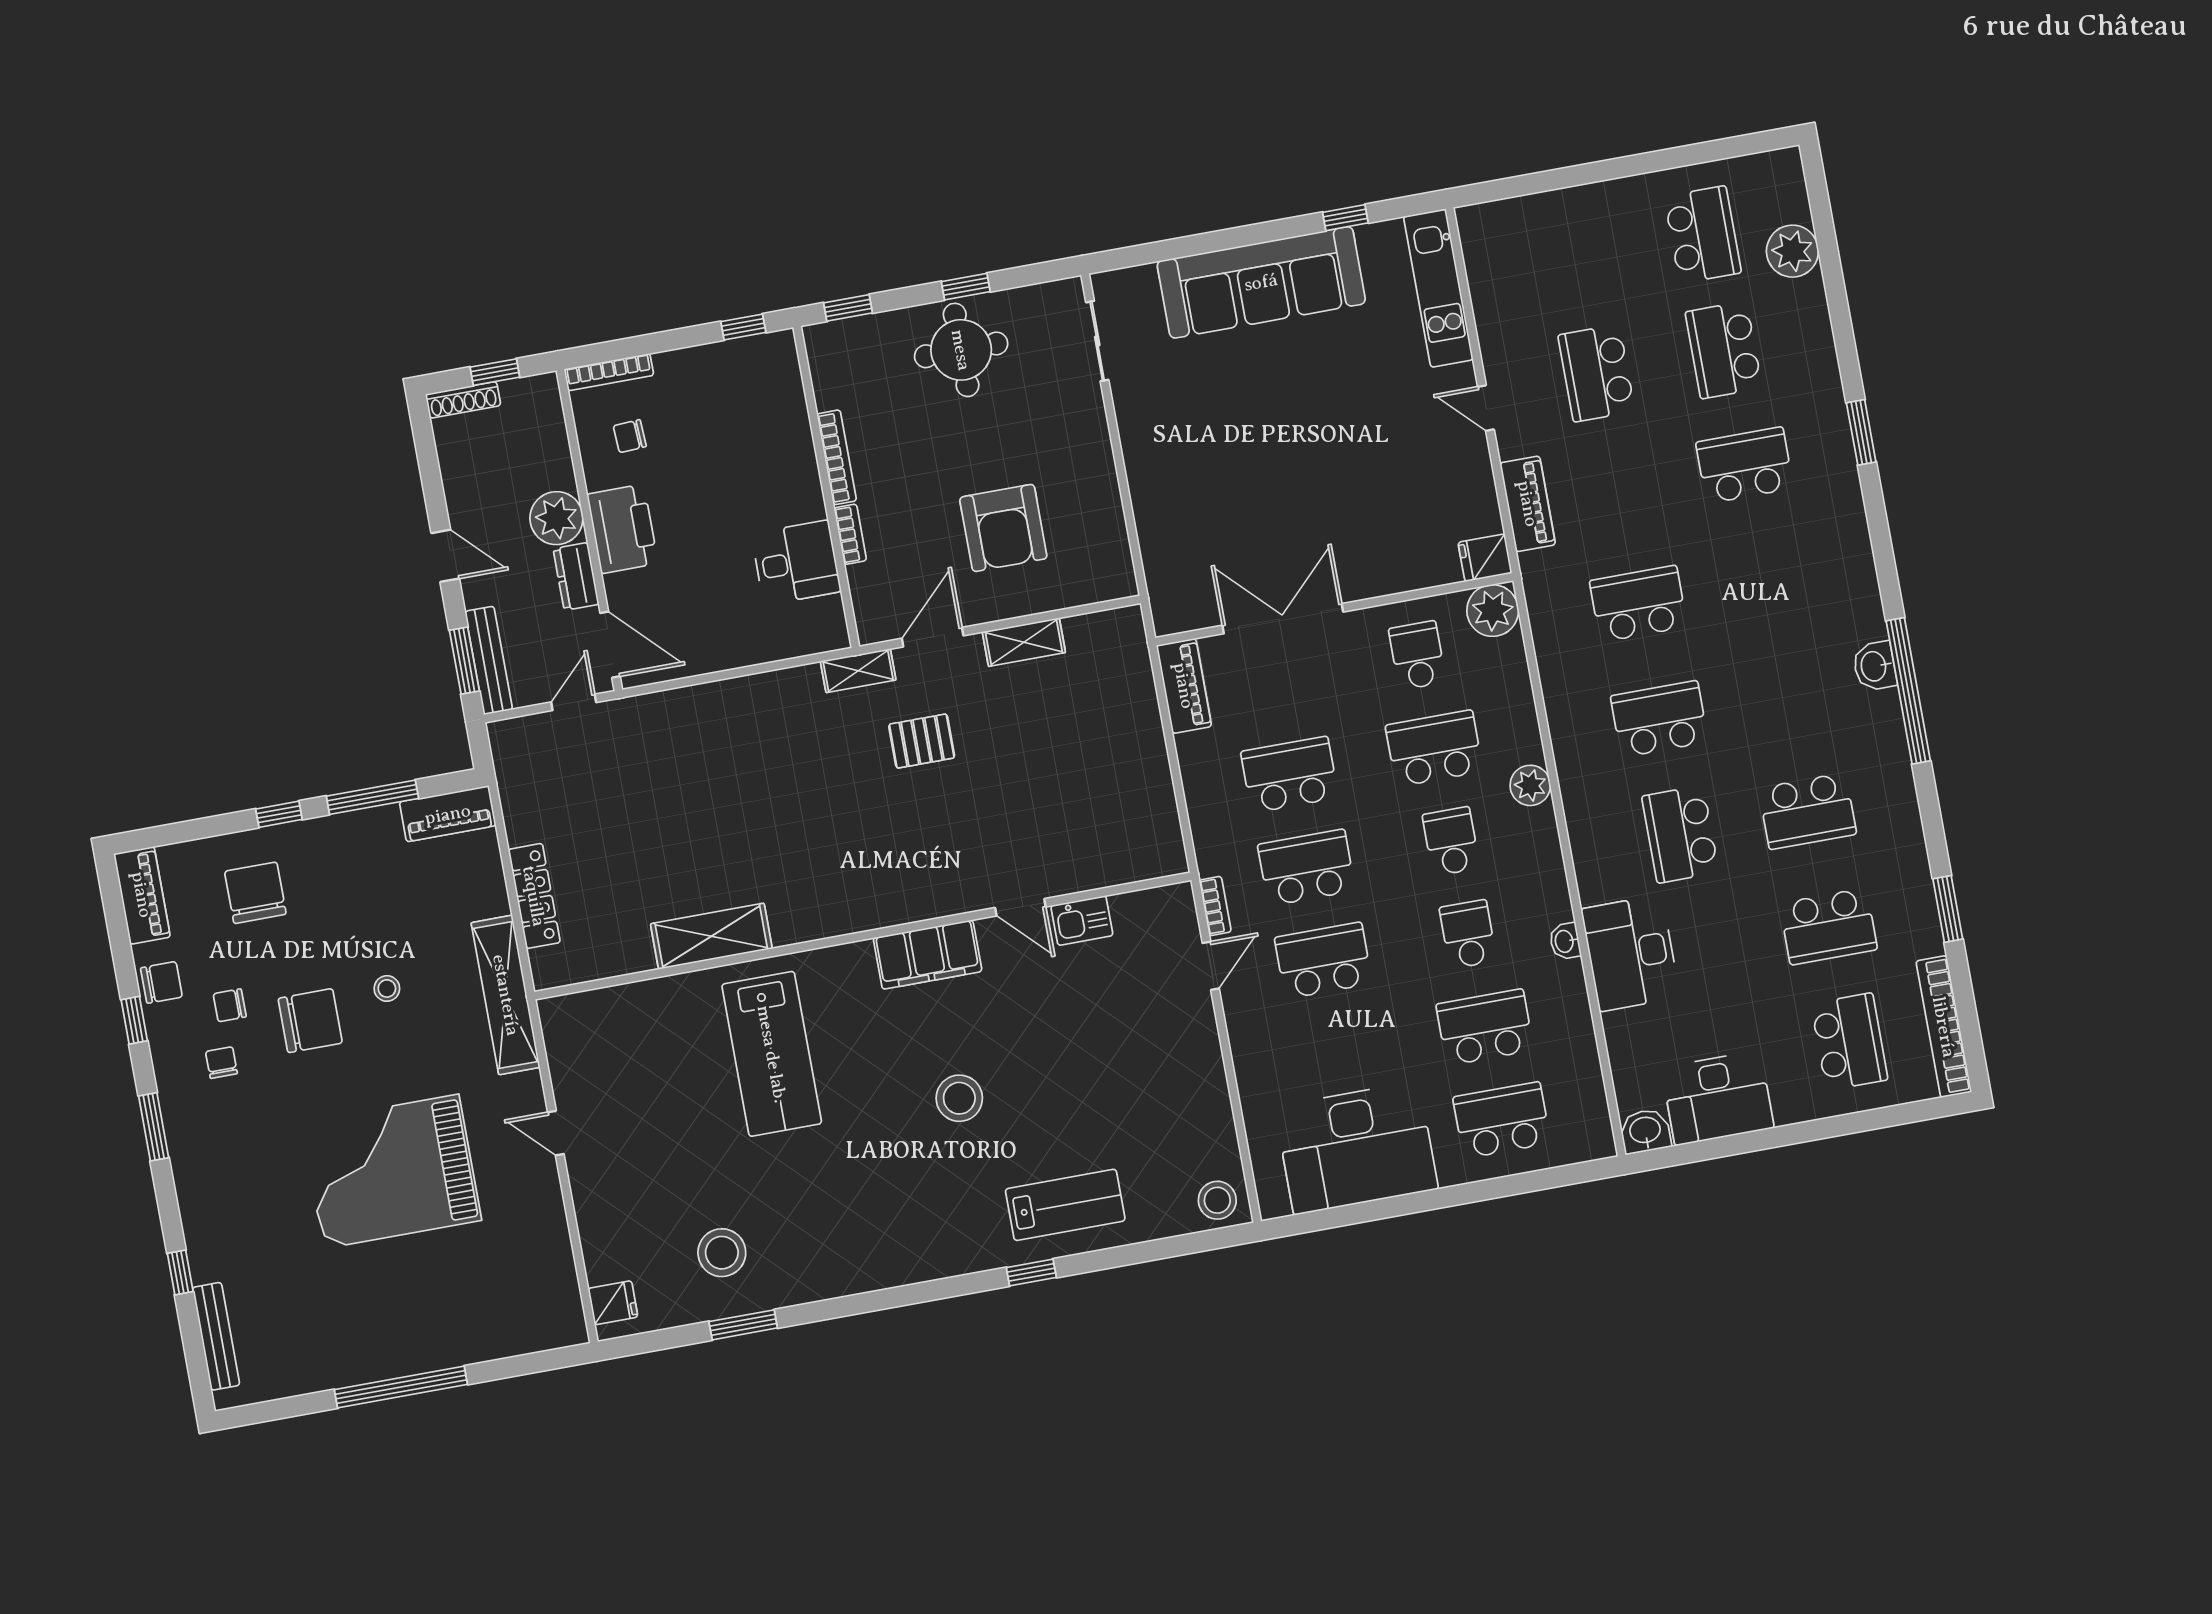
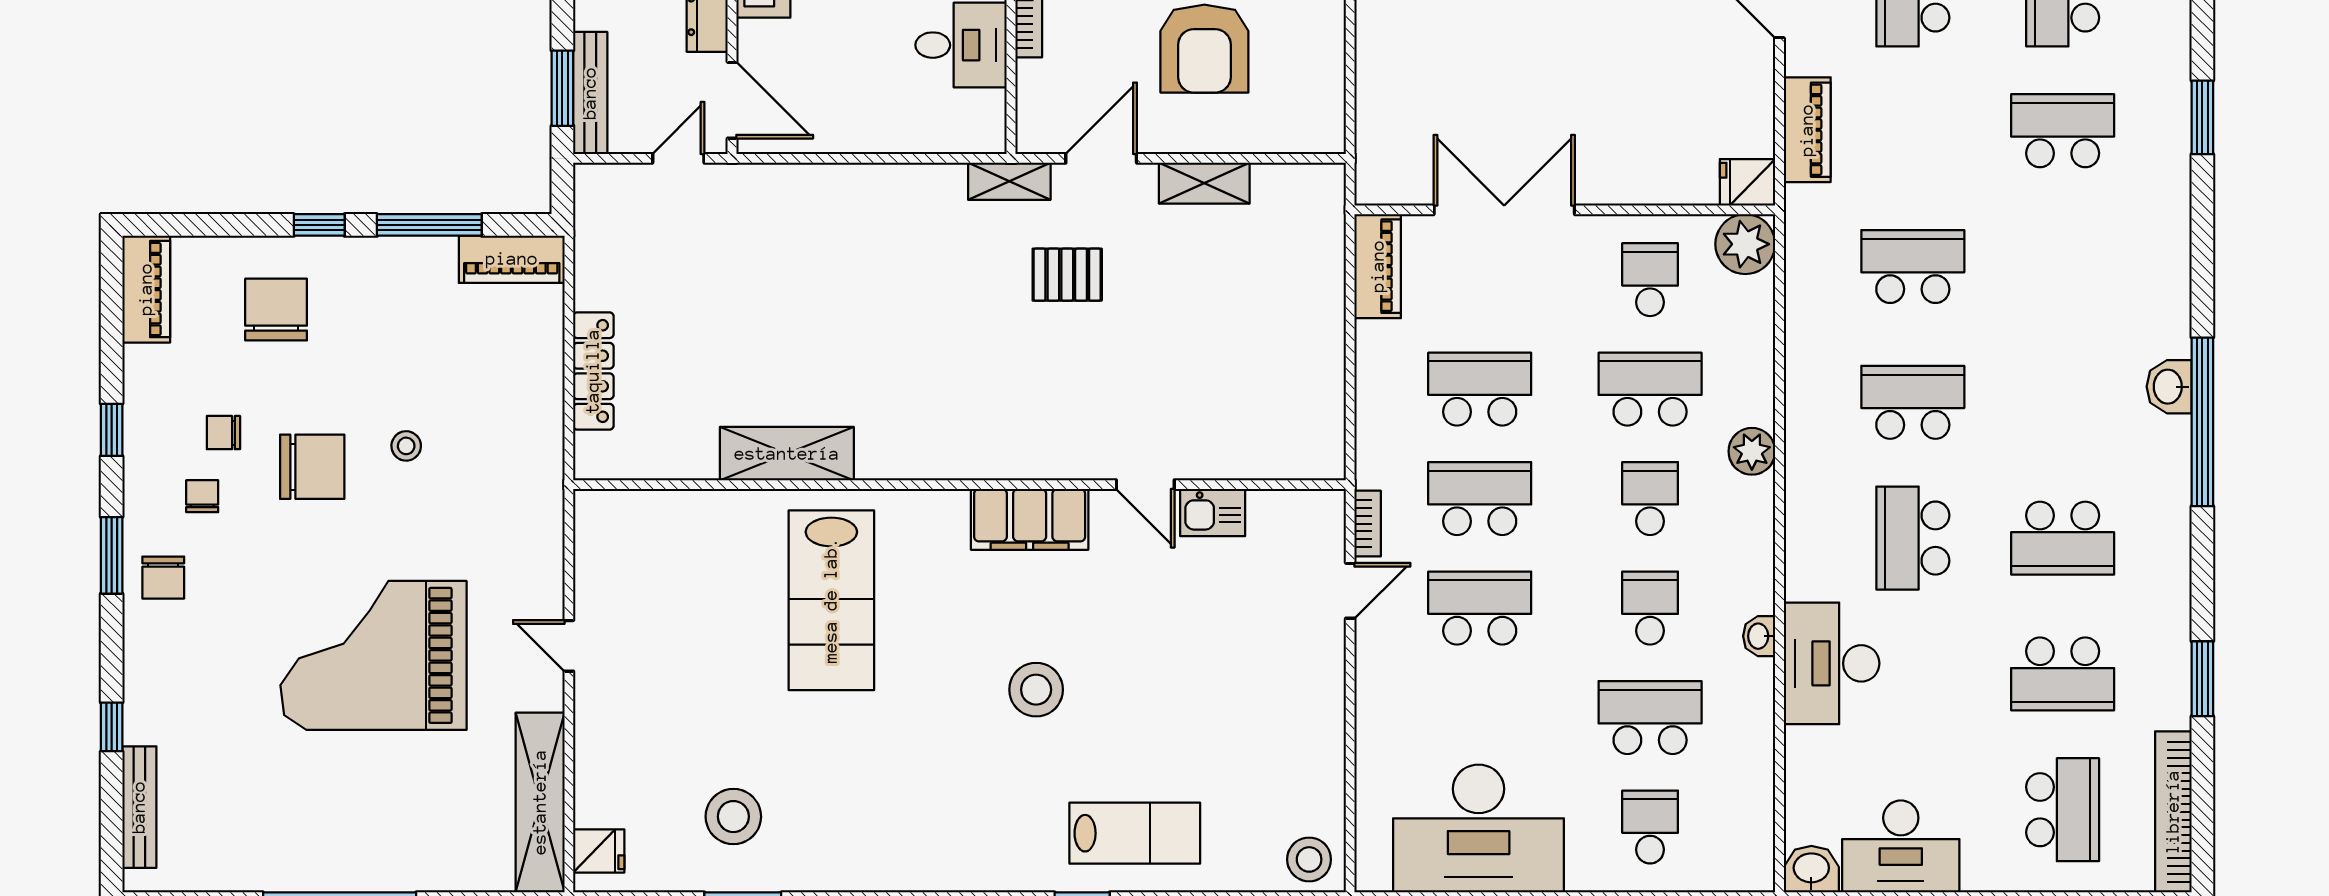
chair: (161, 982) -> (163, 578), moved, turned 90
shelving: (506, 995) -> (540, 802), moved
school desk: (1502, 1120) -> (1650, 827), width x0.54

